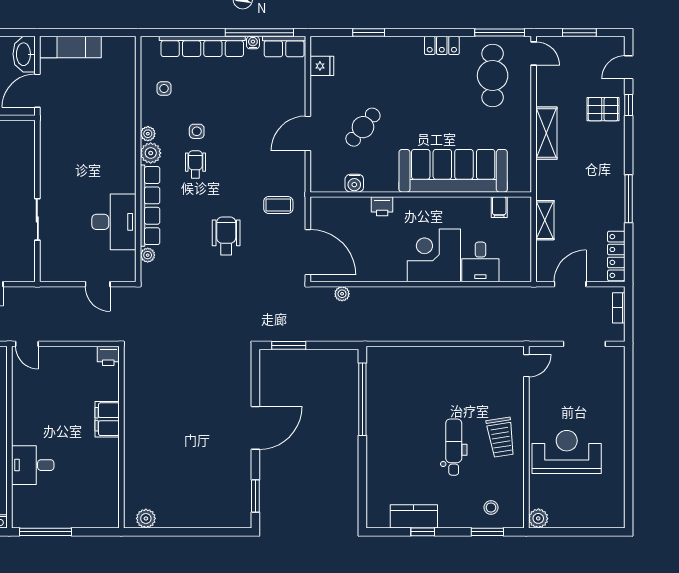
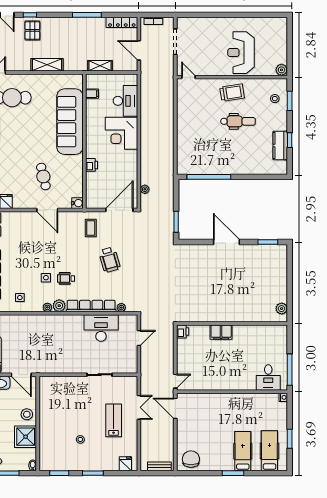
cafe table: (363, 127) -> (43, 177), turned 38
water cooler: (354, 183) -> (77, 203), moved
wheelchair: (226, 236) -> (110, 260), turned -106
desk: (480, 262) -> (125, 101), width x1.37
dental chair: (454, 447) -> (238, 121), turned 180
desk: (33, 465) -> (268, 377), moved

